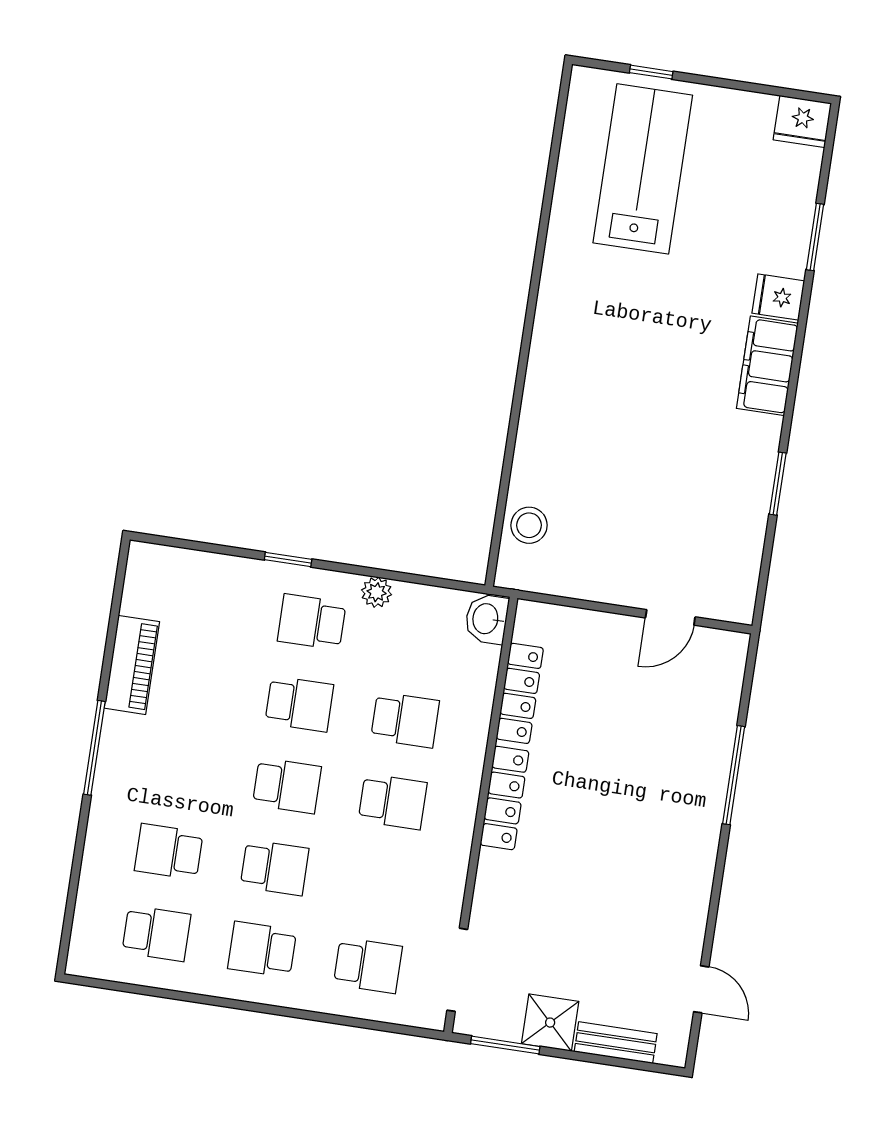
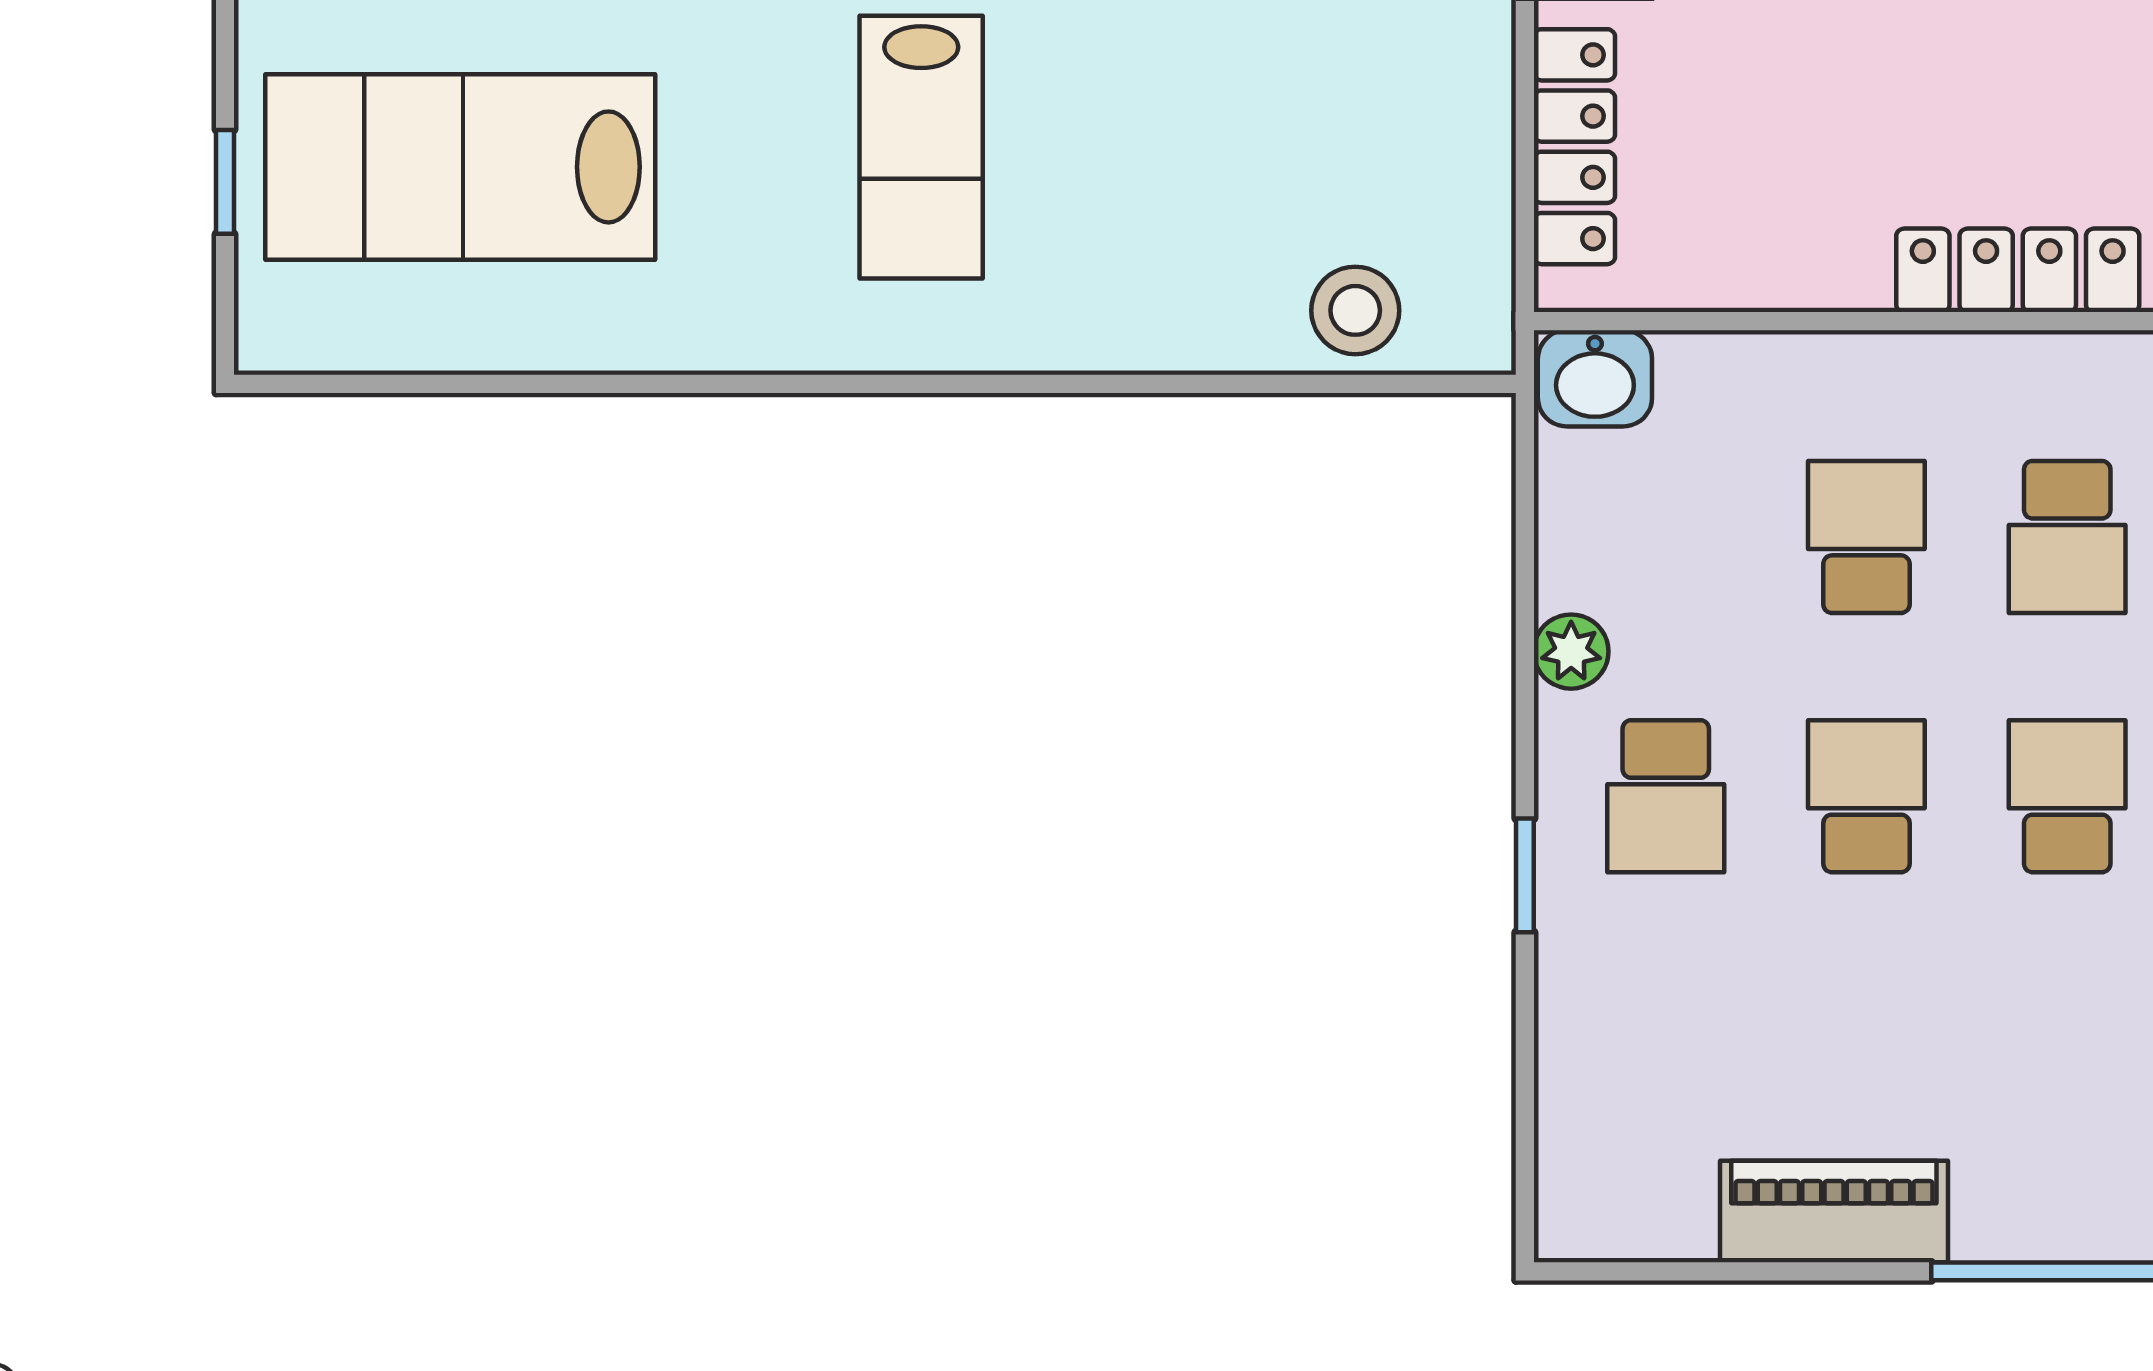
lab bench: (622, 358) -> (921, 147), added
locker: (520, 693) -> (1574, 147), moved, turned 90
school desk: (393, 802) -> (2067, 537), turned 180

